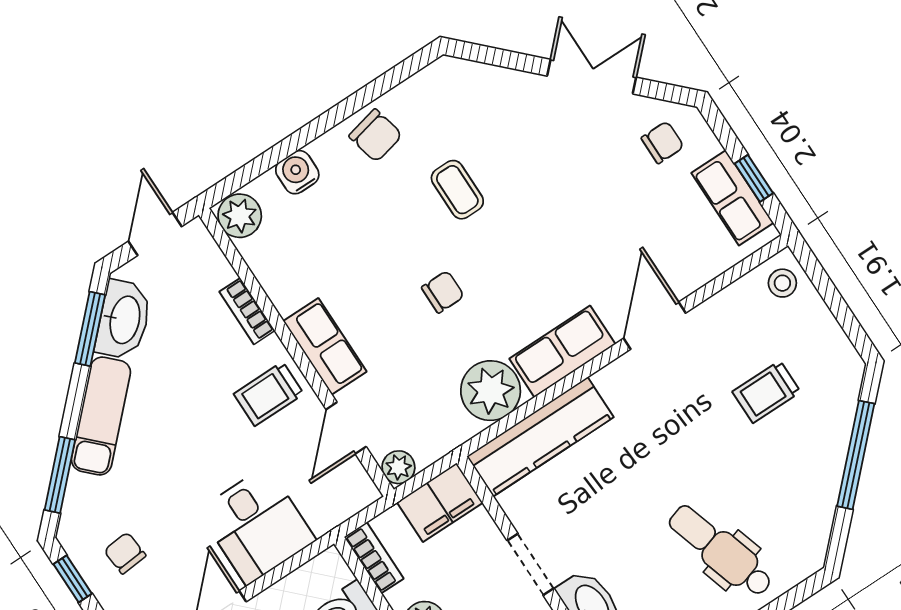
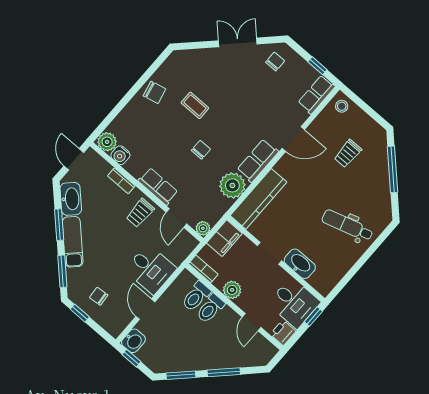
water cooler: (297, 172) -> (120, 155), moved, turned -90
row of seats: (732, 198) -> (317, 95), moved, turned 90
door: (655, 326) -> (293, 139), swing flipped
window: (90, 329) -> (59, 225), moved

